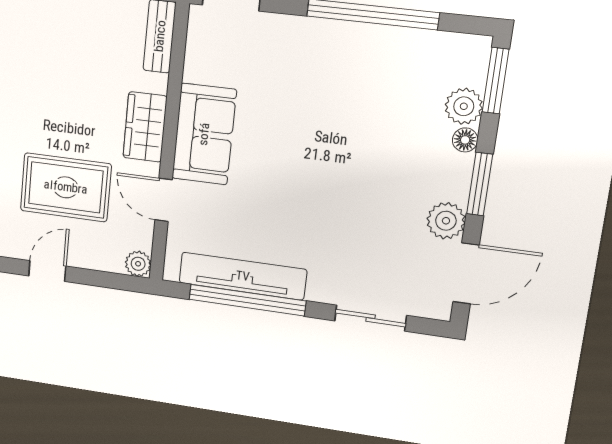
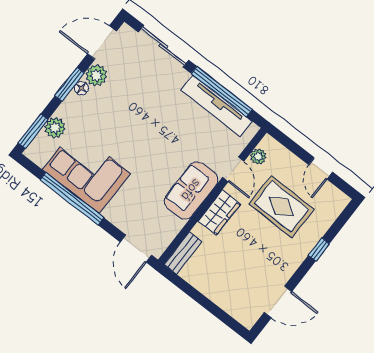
corner sofa: (375, 69) -> (87, 172), added
floor lamp: (465, 140) -> (81, 88), moved
plant: (138, 264) -> (258, 156), moved
door: (47, 271) -> (321, 168), hinge flipped
sliding door: (371, 318) -> (163, 46), width x1.37

